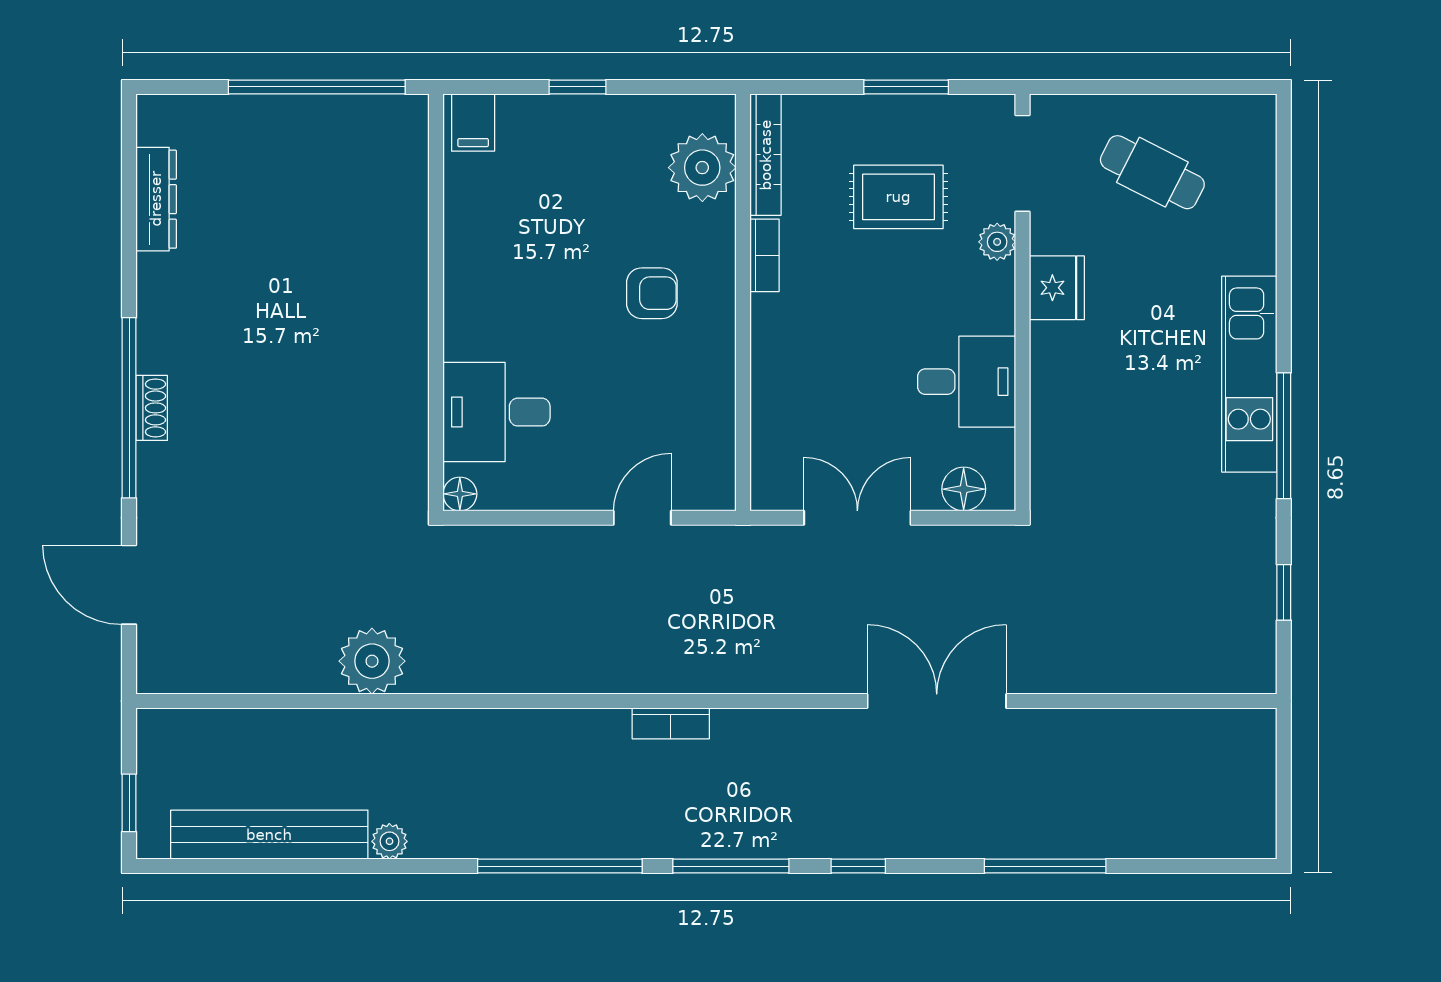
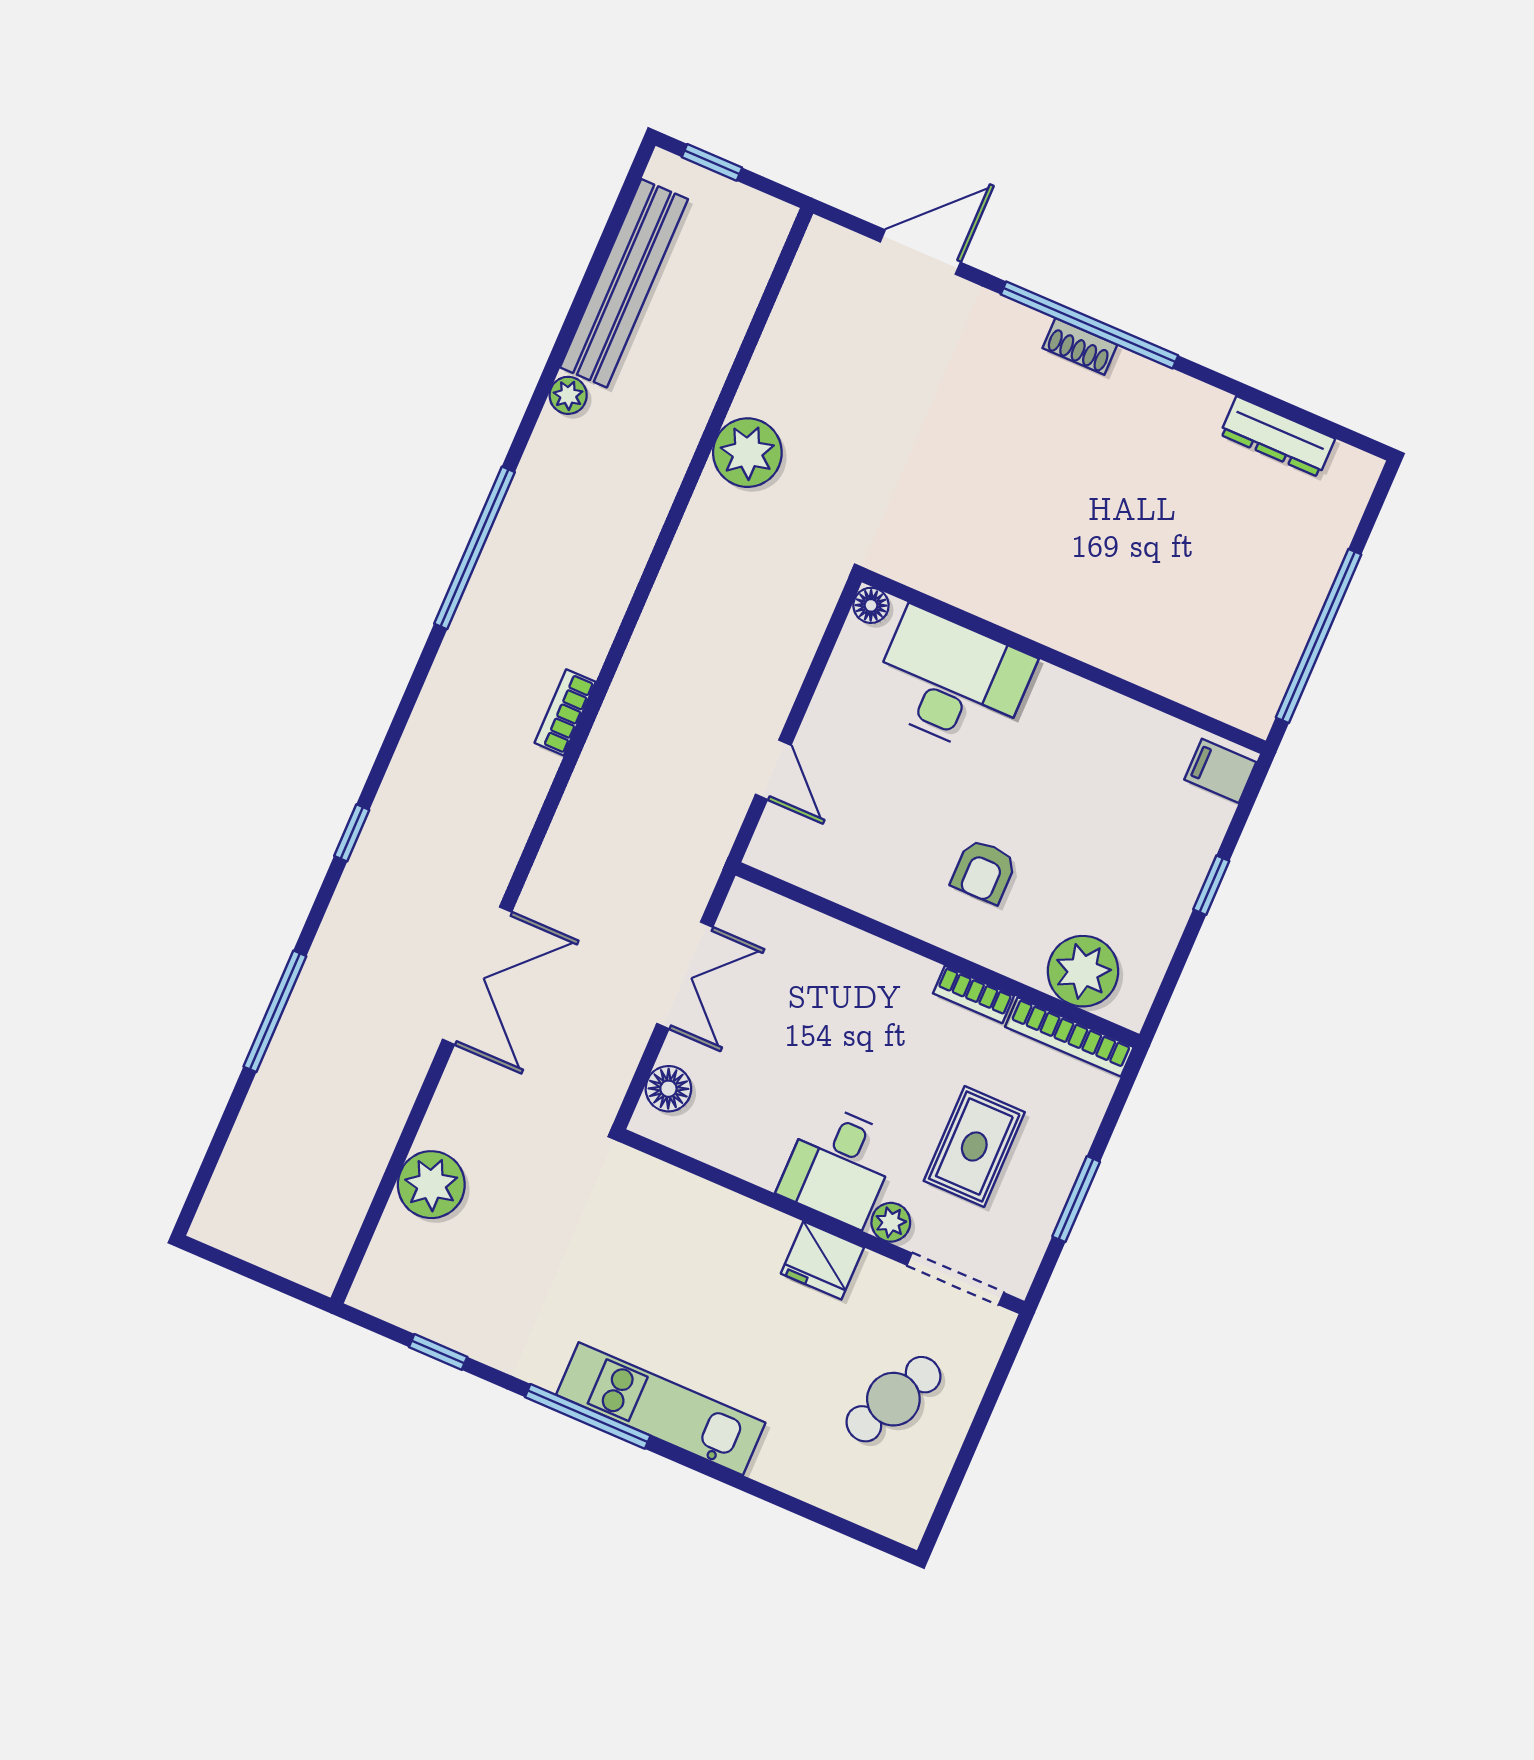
desk: (967, 382) -> (839, 1165), moved
desk: (497, 412) -> (952, 682), width x1.37
plant: (1139, 662) -> (431, 1185), added
window: (731, 866) -> (404, 711), removed

